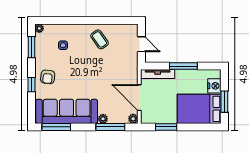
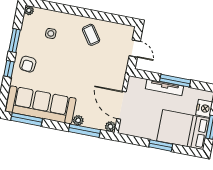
window: (32, 47) -> (14, 41), moved
tv unit: (158, 74) -> (164, 88), moved
window: (166, 127) -> (161, 145), moved

